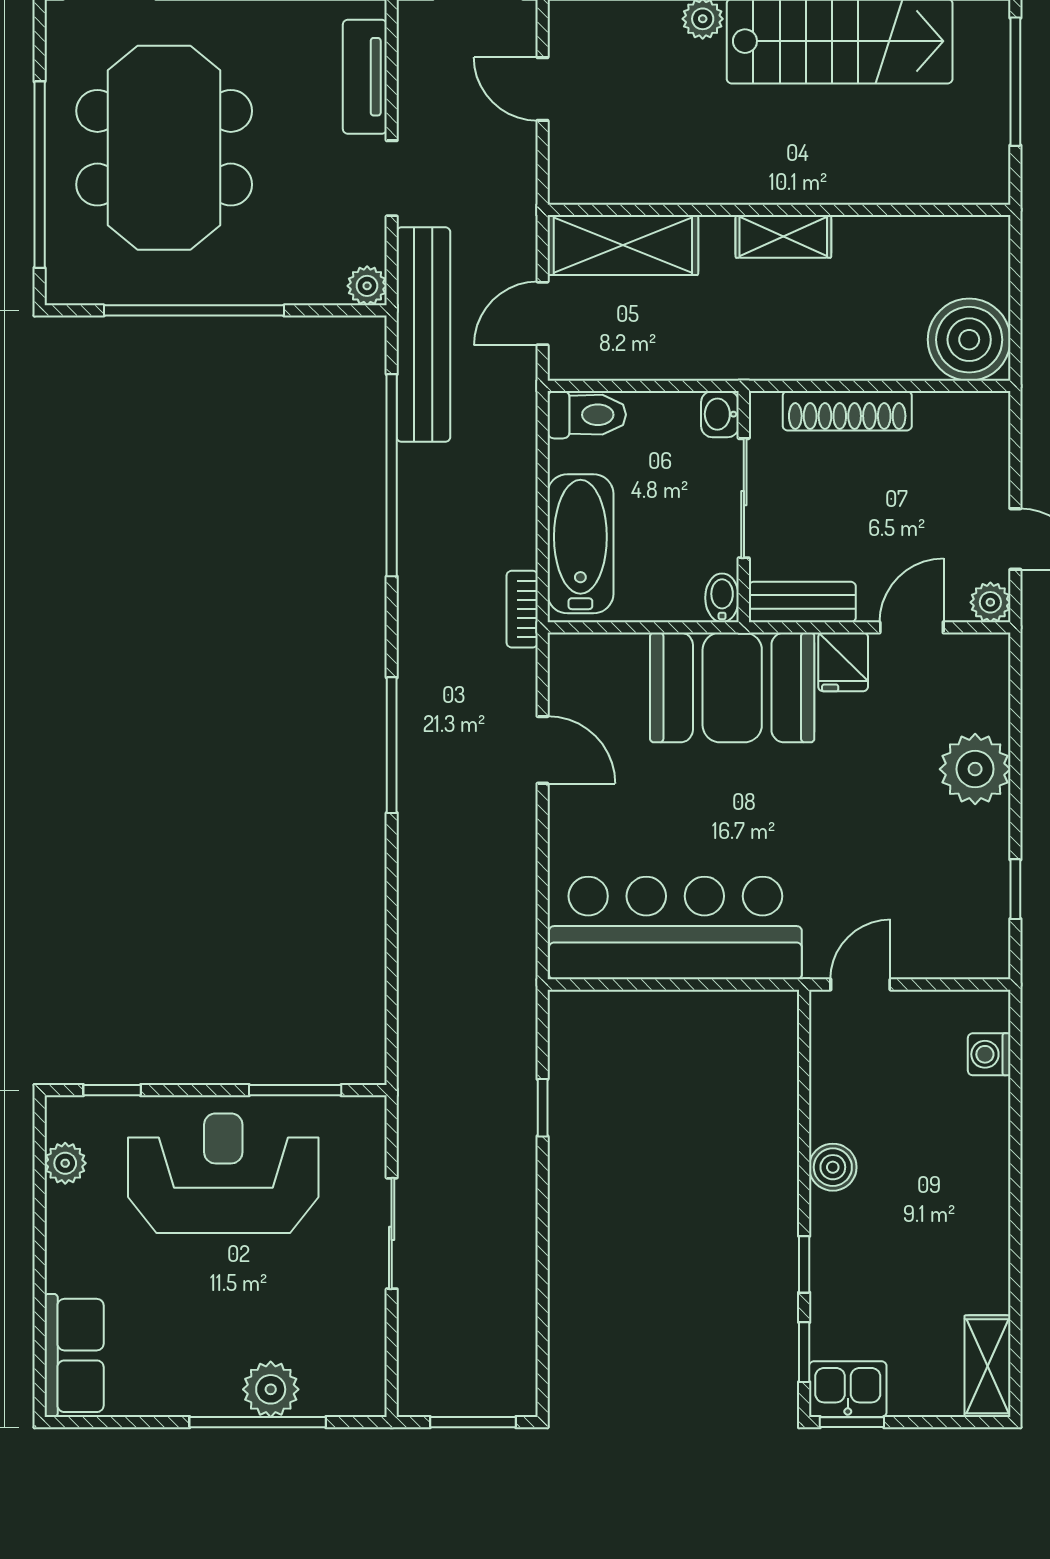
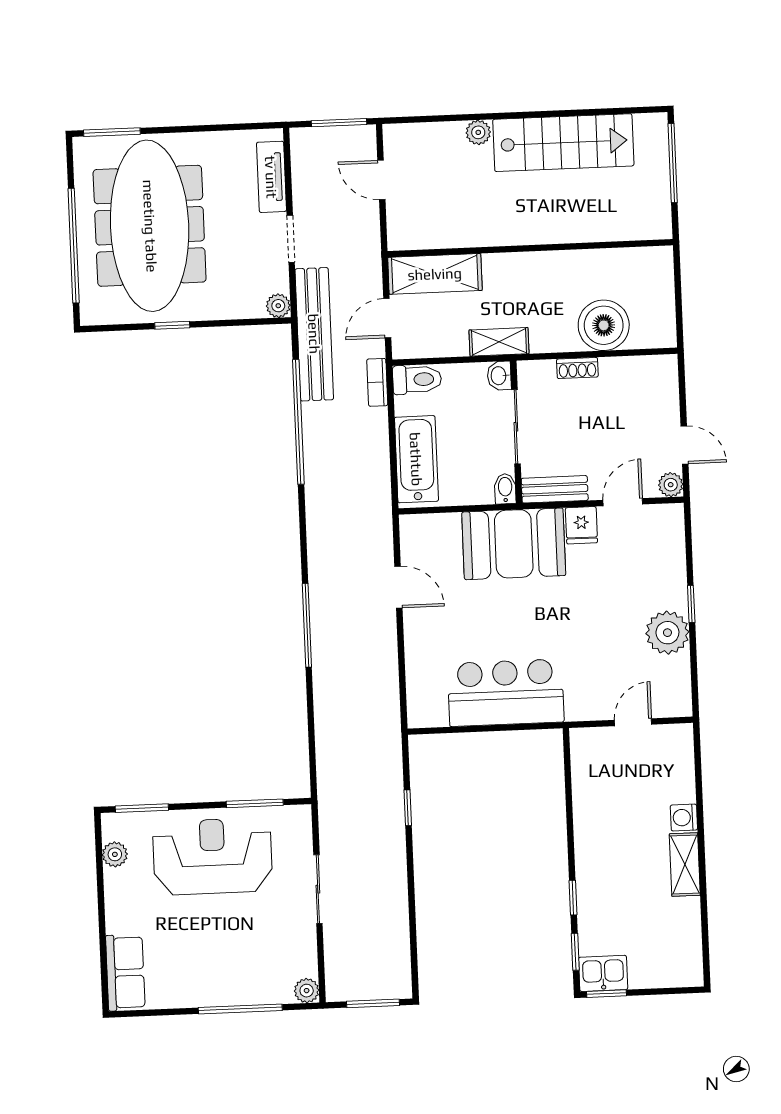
meeting table: (164, 148) -> (150, 226), width x1.36
shelving: (783, 236) -> (499, 342), moved
window: (194, 310) -> (172, 325), width x0.32
boiler: (969, 340) -> (604, 325), moved
shoe rack: (847, 411) -> (577, 368), width x0.51, depth x0.81
bookcase: (522, 609) -> (377, 382), moved
window: (392, 745) -> (307, 625), moved
plant: (975, 769) -> (667, 633), moved
window: (1015, 889) -> (691, 604), moved
bar counter: (675, 928) -> (506, 693), width x0.73
door: (860, 984) -> (633, 722), moved
washing machine: (989, 1054) -> (684, 818), moved
window: (112, 1090) -> (142, 808), width x1.50
boiler: (833, 1167) -> (588, 837), removed
shelving: (987, 1366) -> (685, 865), moved
plant: (271, 1389) -> (307, 991), moved, width x0.73, depth x0.73

